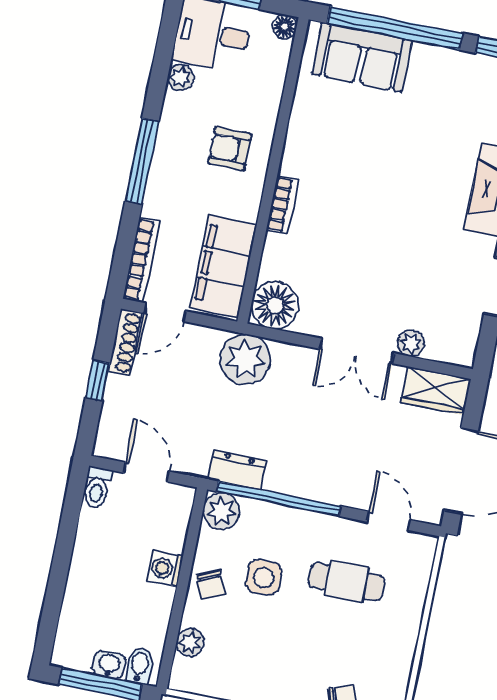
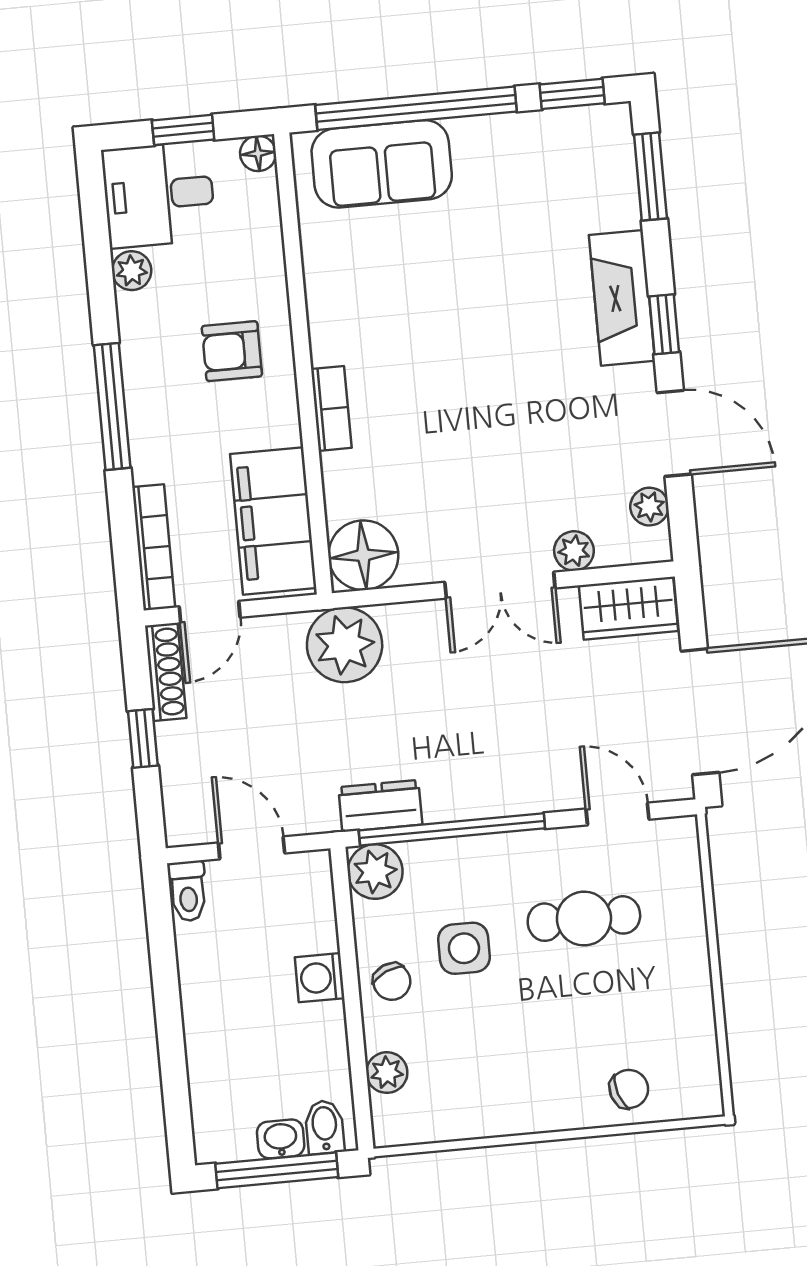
plant: (468, 329) -> (649, 507), added

